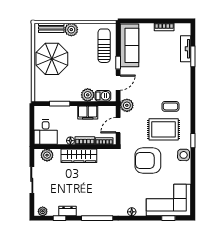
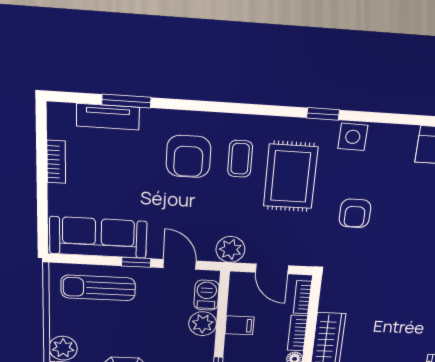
armchair: (170, 84) -> (188, 156), added
filing cabinet: (88, 112) -> (240, 325), width x0.50
armchair: (148, 161) -> (355, 213), width x0.53, depth x0.53

